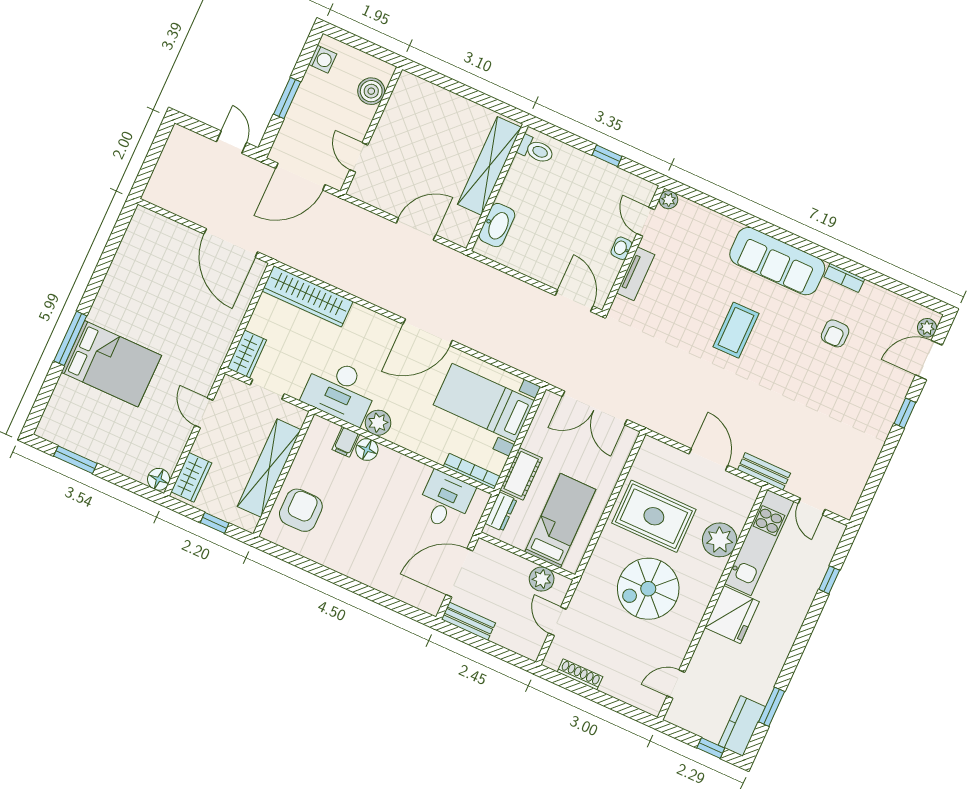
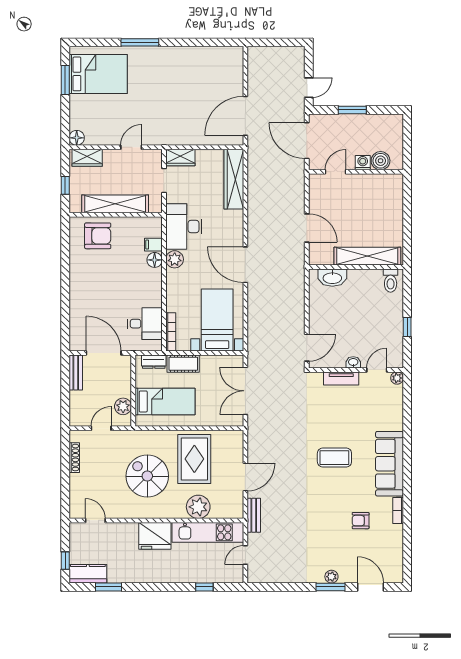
washing machine: (323, 59) -> (363, 163), moved, turned 180
plant: (927, 328) -> (331, 577), moved
bed: (111, 364) -> (98, 74), moved, turned -90
window: (905, 413) -> (331, 587), width x1.50

